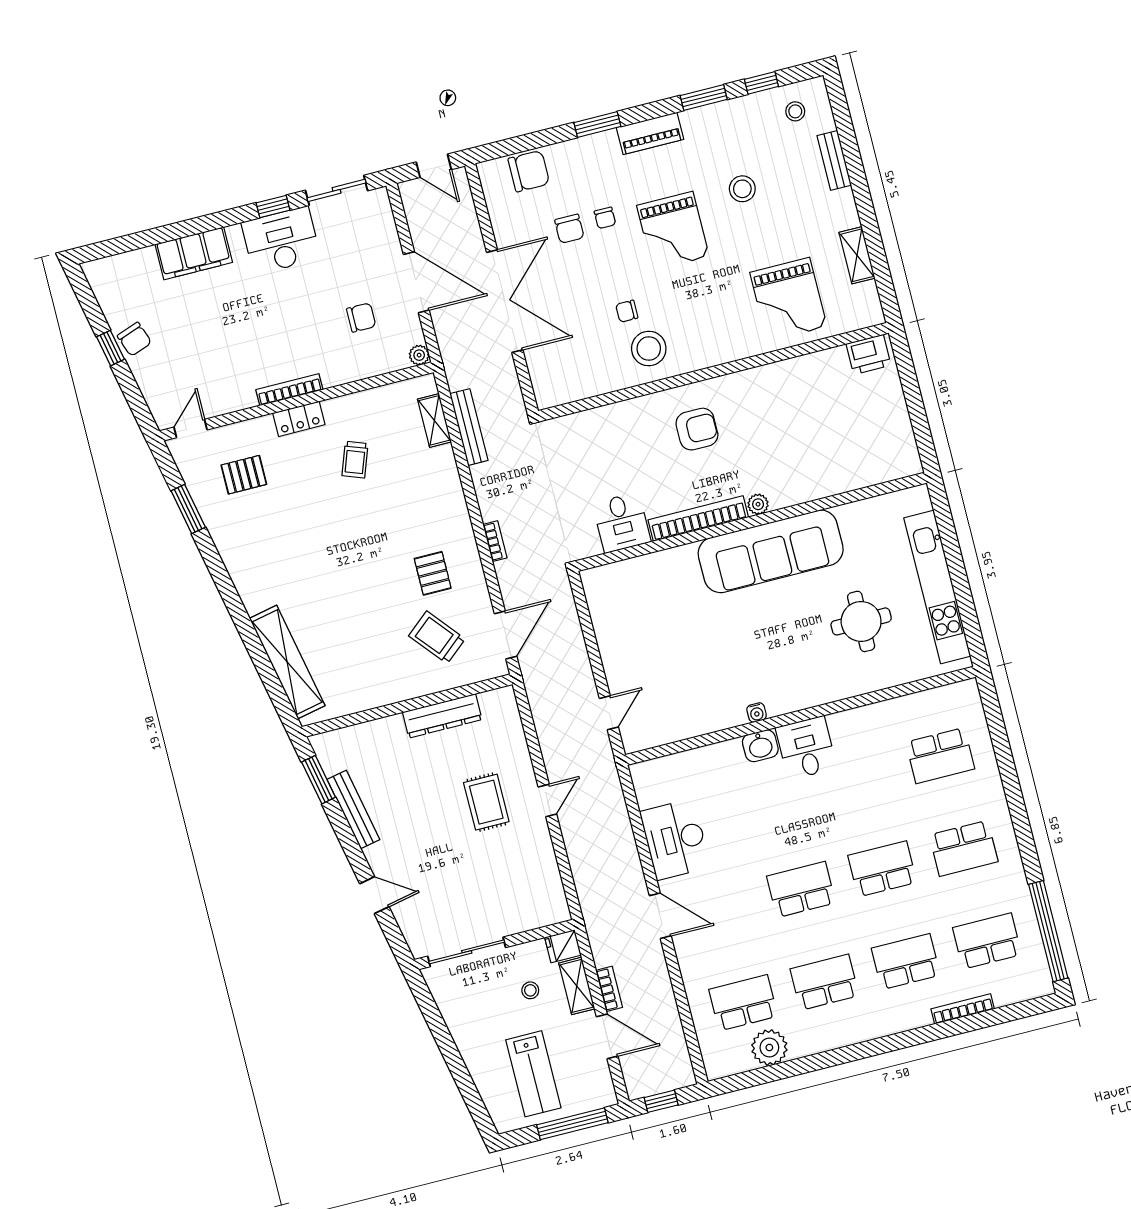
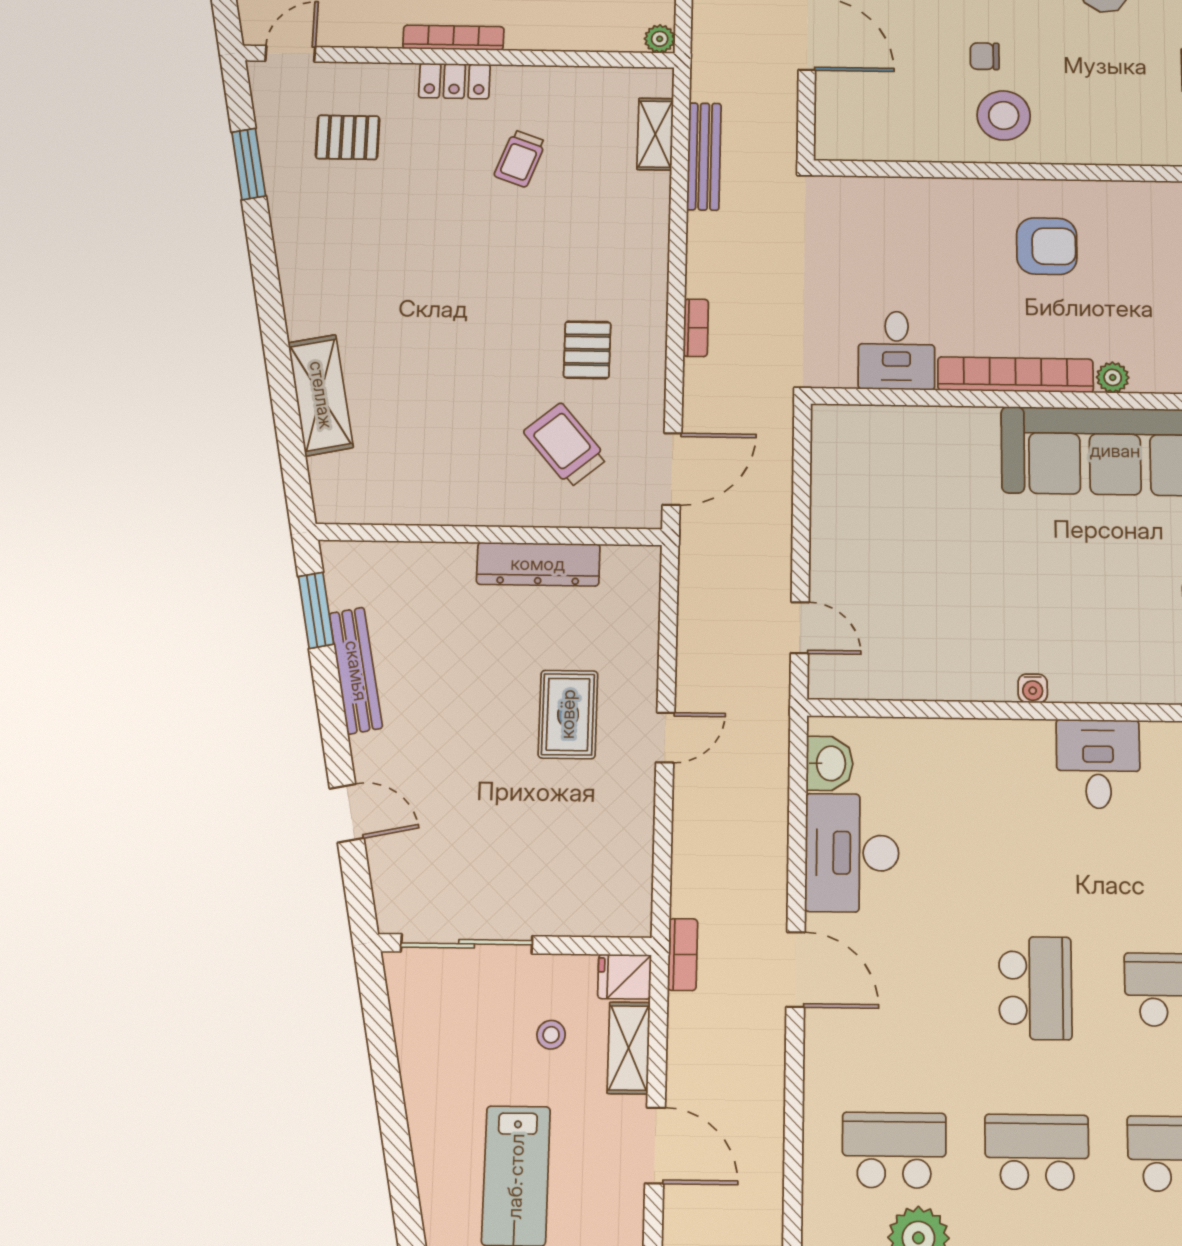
shelving: (287, 662) -> (321, 395), width x0.68
door: (609, 713) -> (800, 628), hinge flipped
washbasin: (760, 746) -> (830, 763), moved, turned -90
school desk: (801, 889) -> (1035, 988), turned 90
bookcase: (609, 989) -> (683, 955), moved

